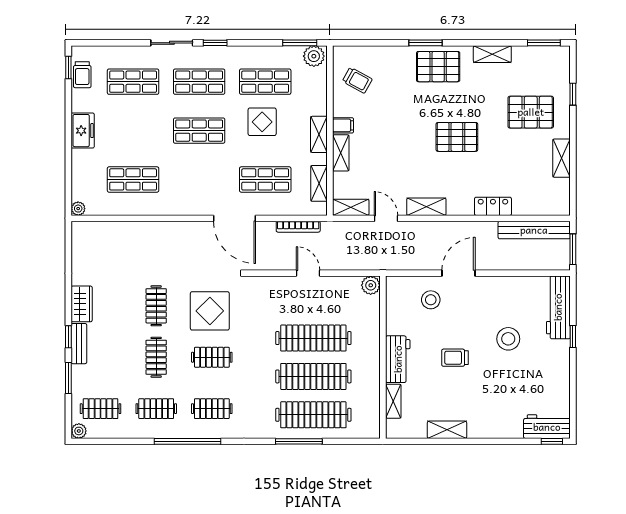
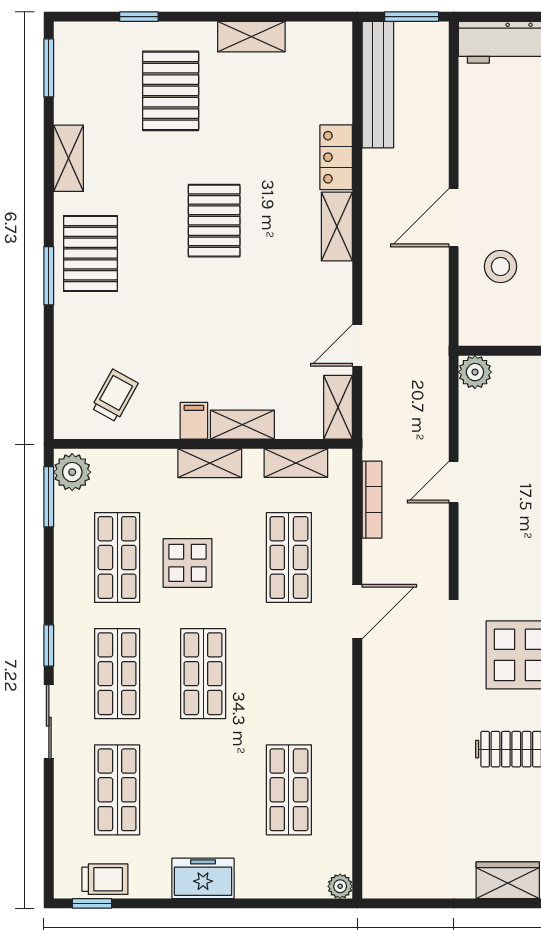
shelving: (426, 207) -> (337, 226), moved
door: (234, 218) -> (357, 612), width x0.73
door: (459, 273) -> (454, 218), hinge flipped

